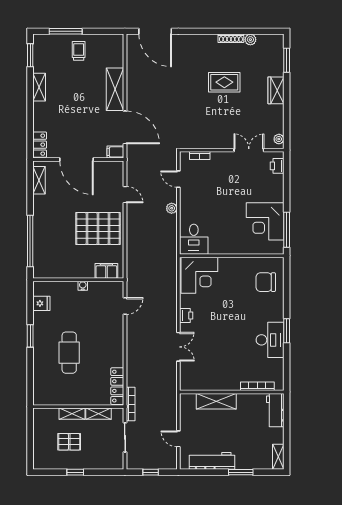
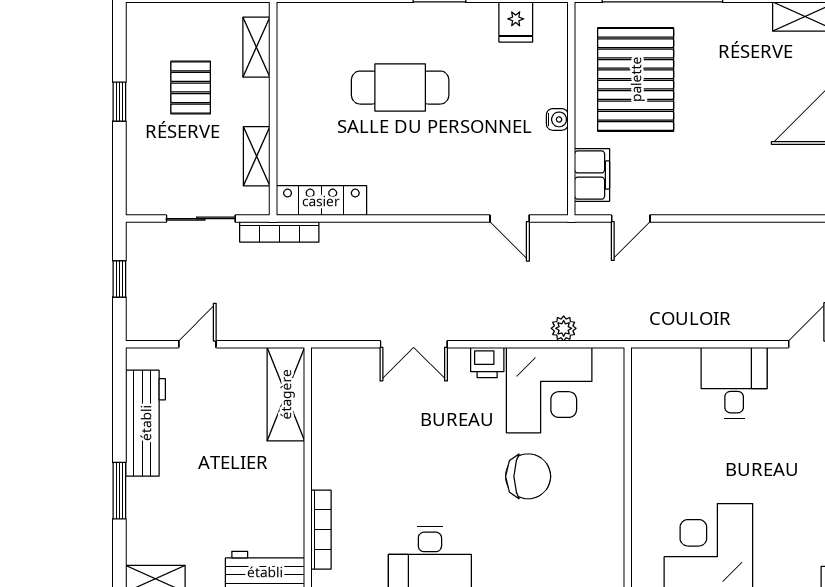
door: (125, 195) -> (631, 219), moved
plant: (172, 208) -> (564, 328), moved
pallet: (98, 228) -> (636, 79), moved
desk: (194, 239) -> (734, 383), moved, turned 90
corner desk: (199, 275) -> (549, 390), moved, turned -90
chair: (266, 282) -> (528, 476), moved, turned 90
shelving: (216, 401) -> (286, 394), moved
shelving: (72, 414) -> (256, 47), moved

